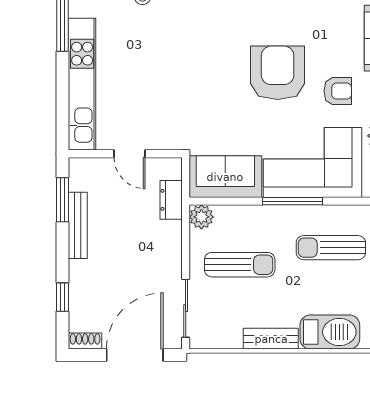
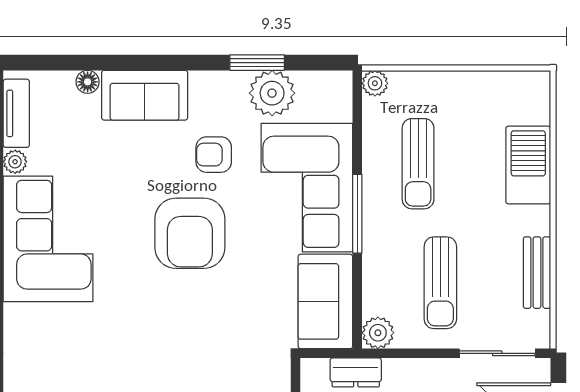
armchair: (278, 73) -> (190, 233), turned -90
armchair: (338, 91) -> (214, 155), turned -90
sun lounger: (240, 265) -> (440, 283), turned 180
bench: (271, 339) -> (537, 273), moved

